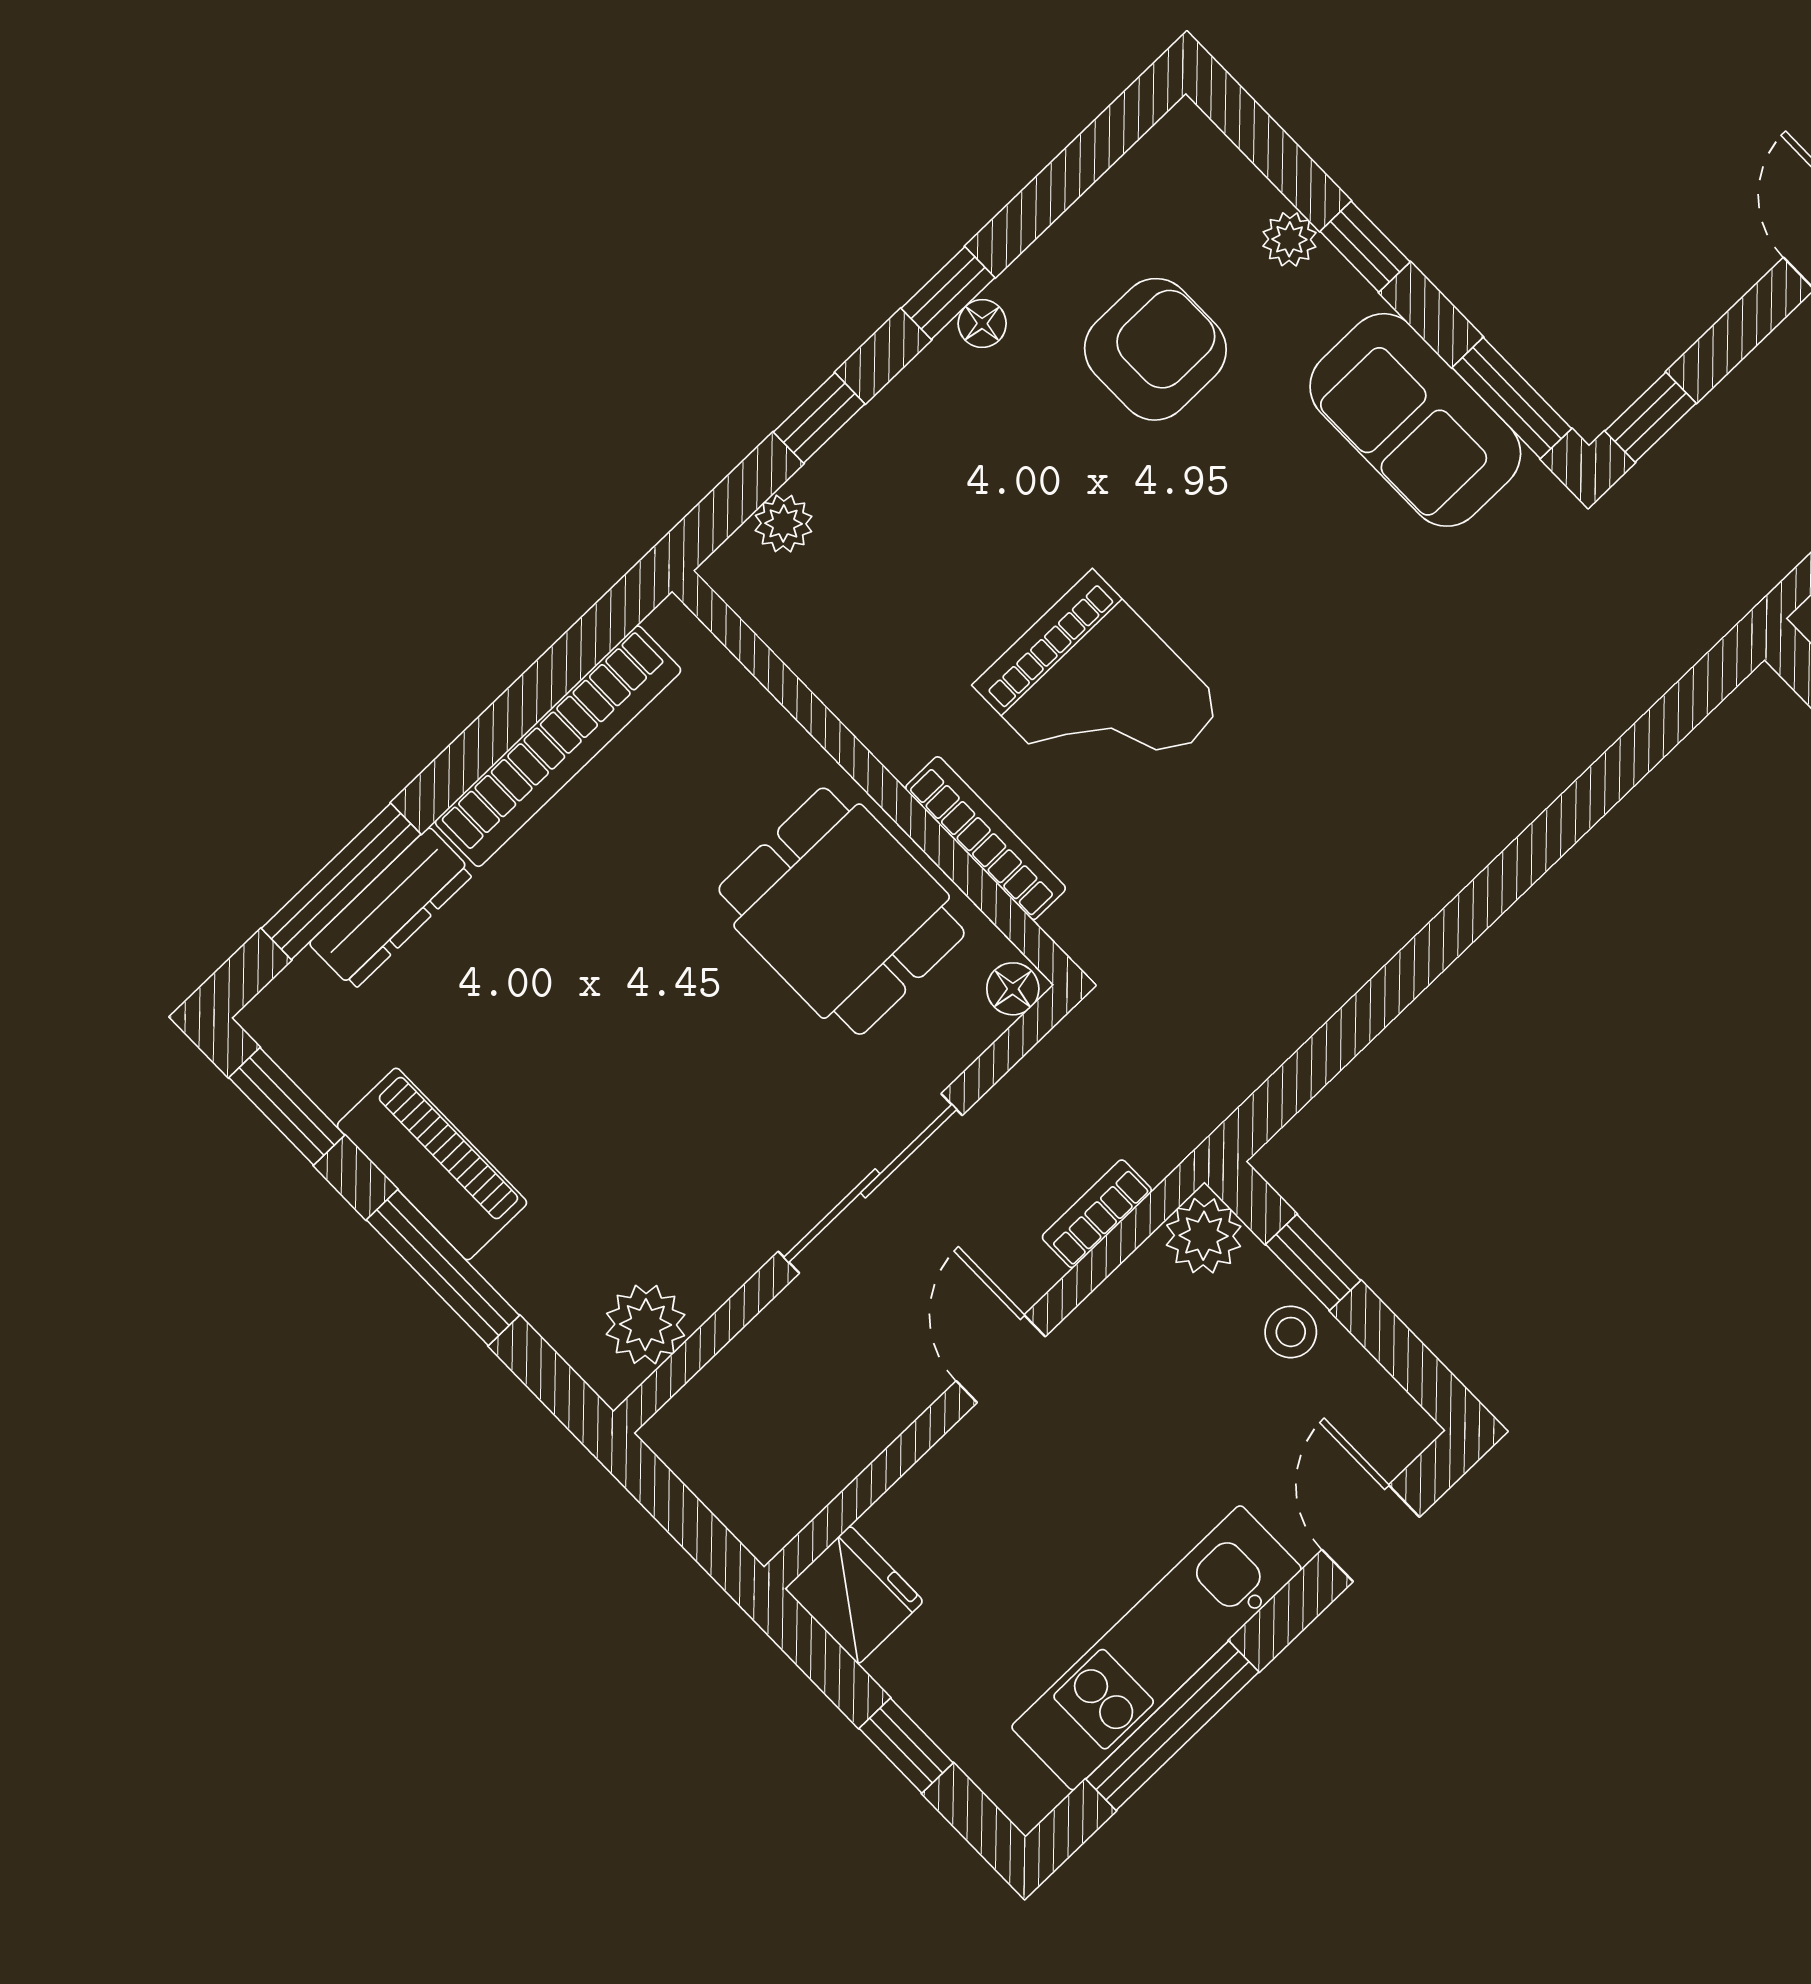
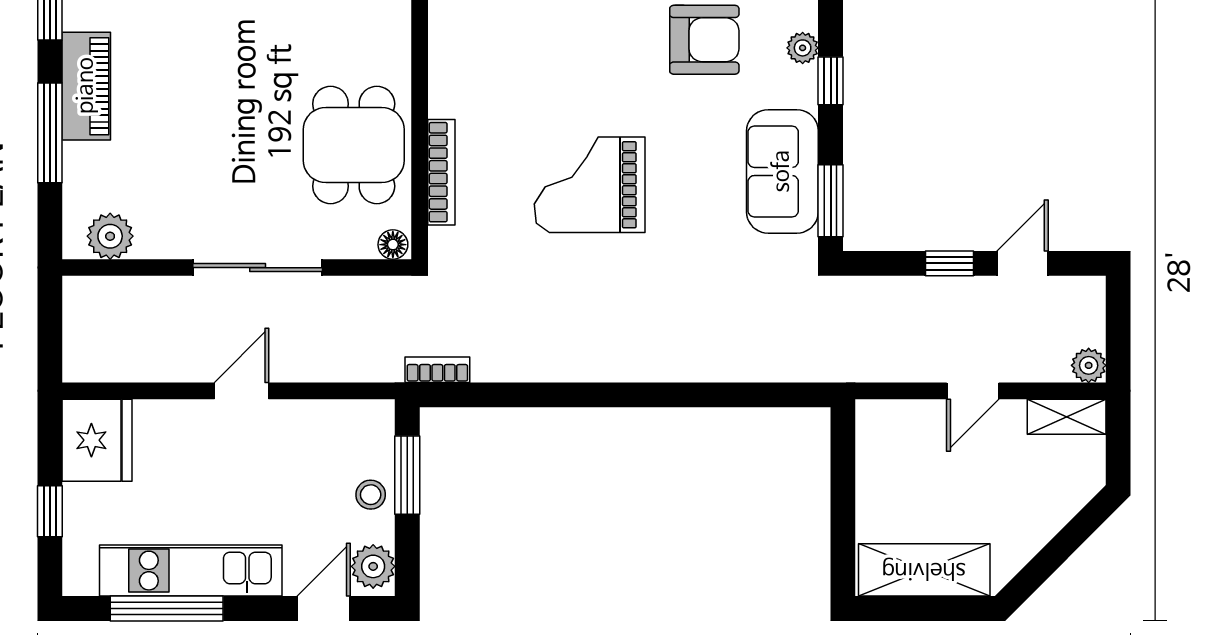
window: (1651, 417) -> (950, 263), moved
grand piano: (1100, 696) -> (590, 185), moved, turned 90
bookcase: (1097, 1214) -> (437, 370), moved
plant: (1204, 1236) -> (373, 566), moved
window: (1313, 1262) -> (407, 475), width x1.50
fridge: (854, 1595) -> (97, 440), width x1.36, depth x1.34

